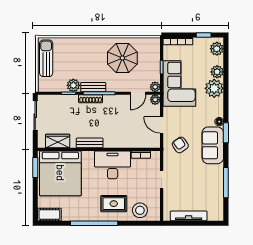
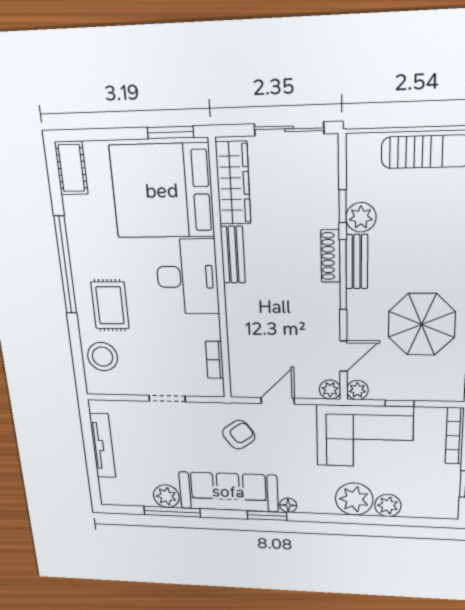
plant: (217, 49) -> (166, 496), moved
door: (138, 93) -> (343, 356), swing flipped
wardrobe: (58, 141) -> (233, 183), width x1.50
sofa: (213, 145) -> (228, 492), width x1.36
desk: (113, 165) -> (187, 277), moved

